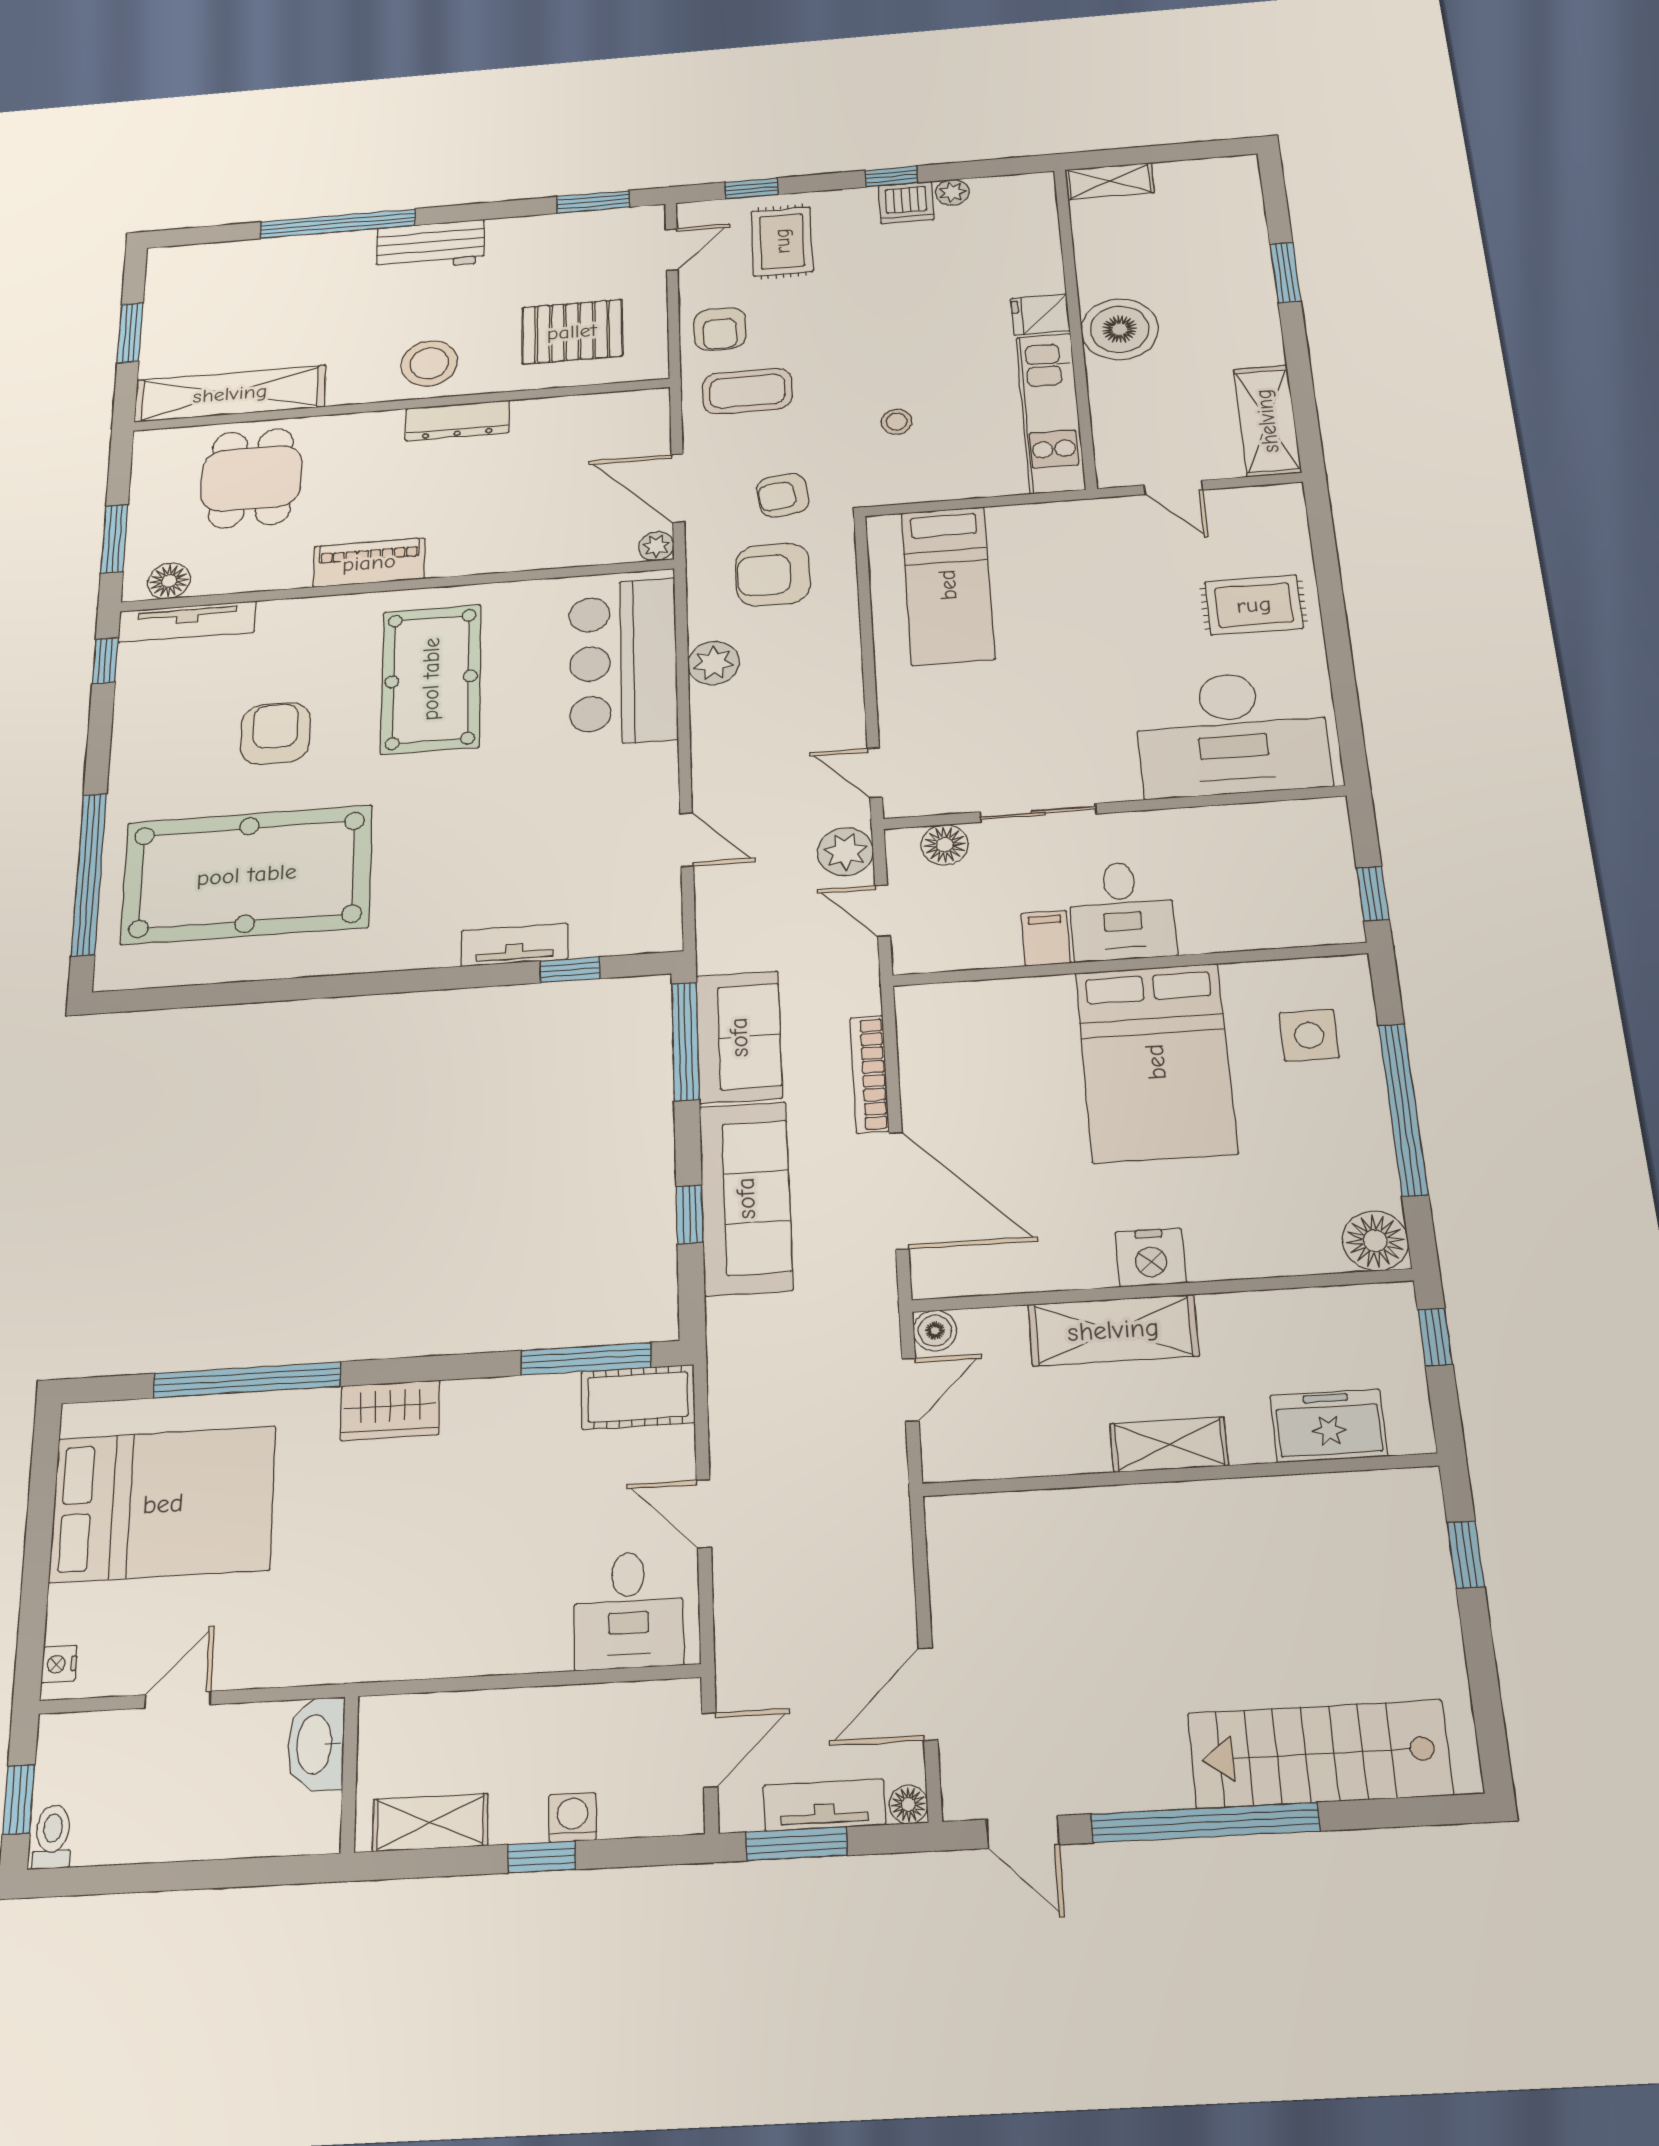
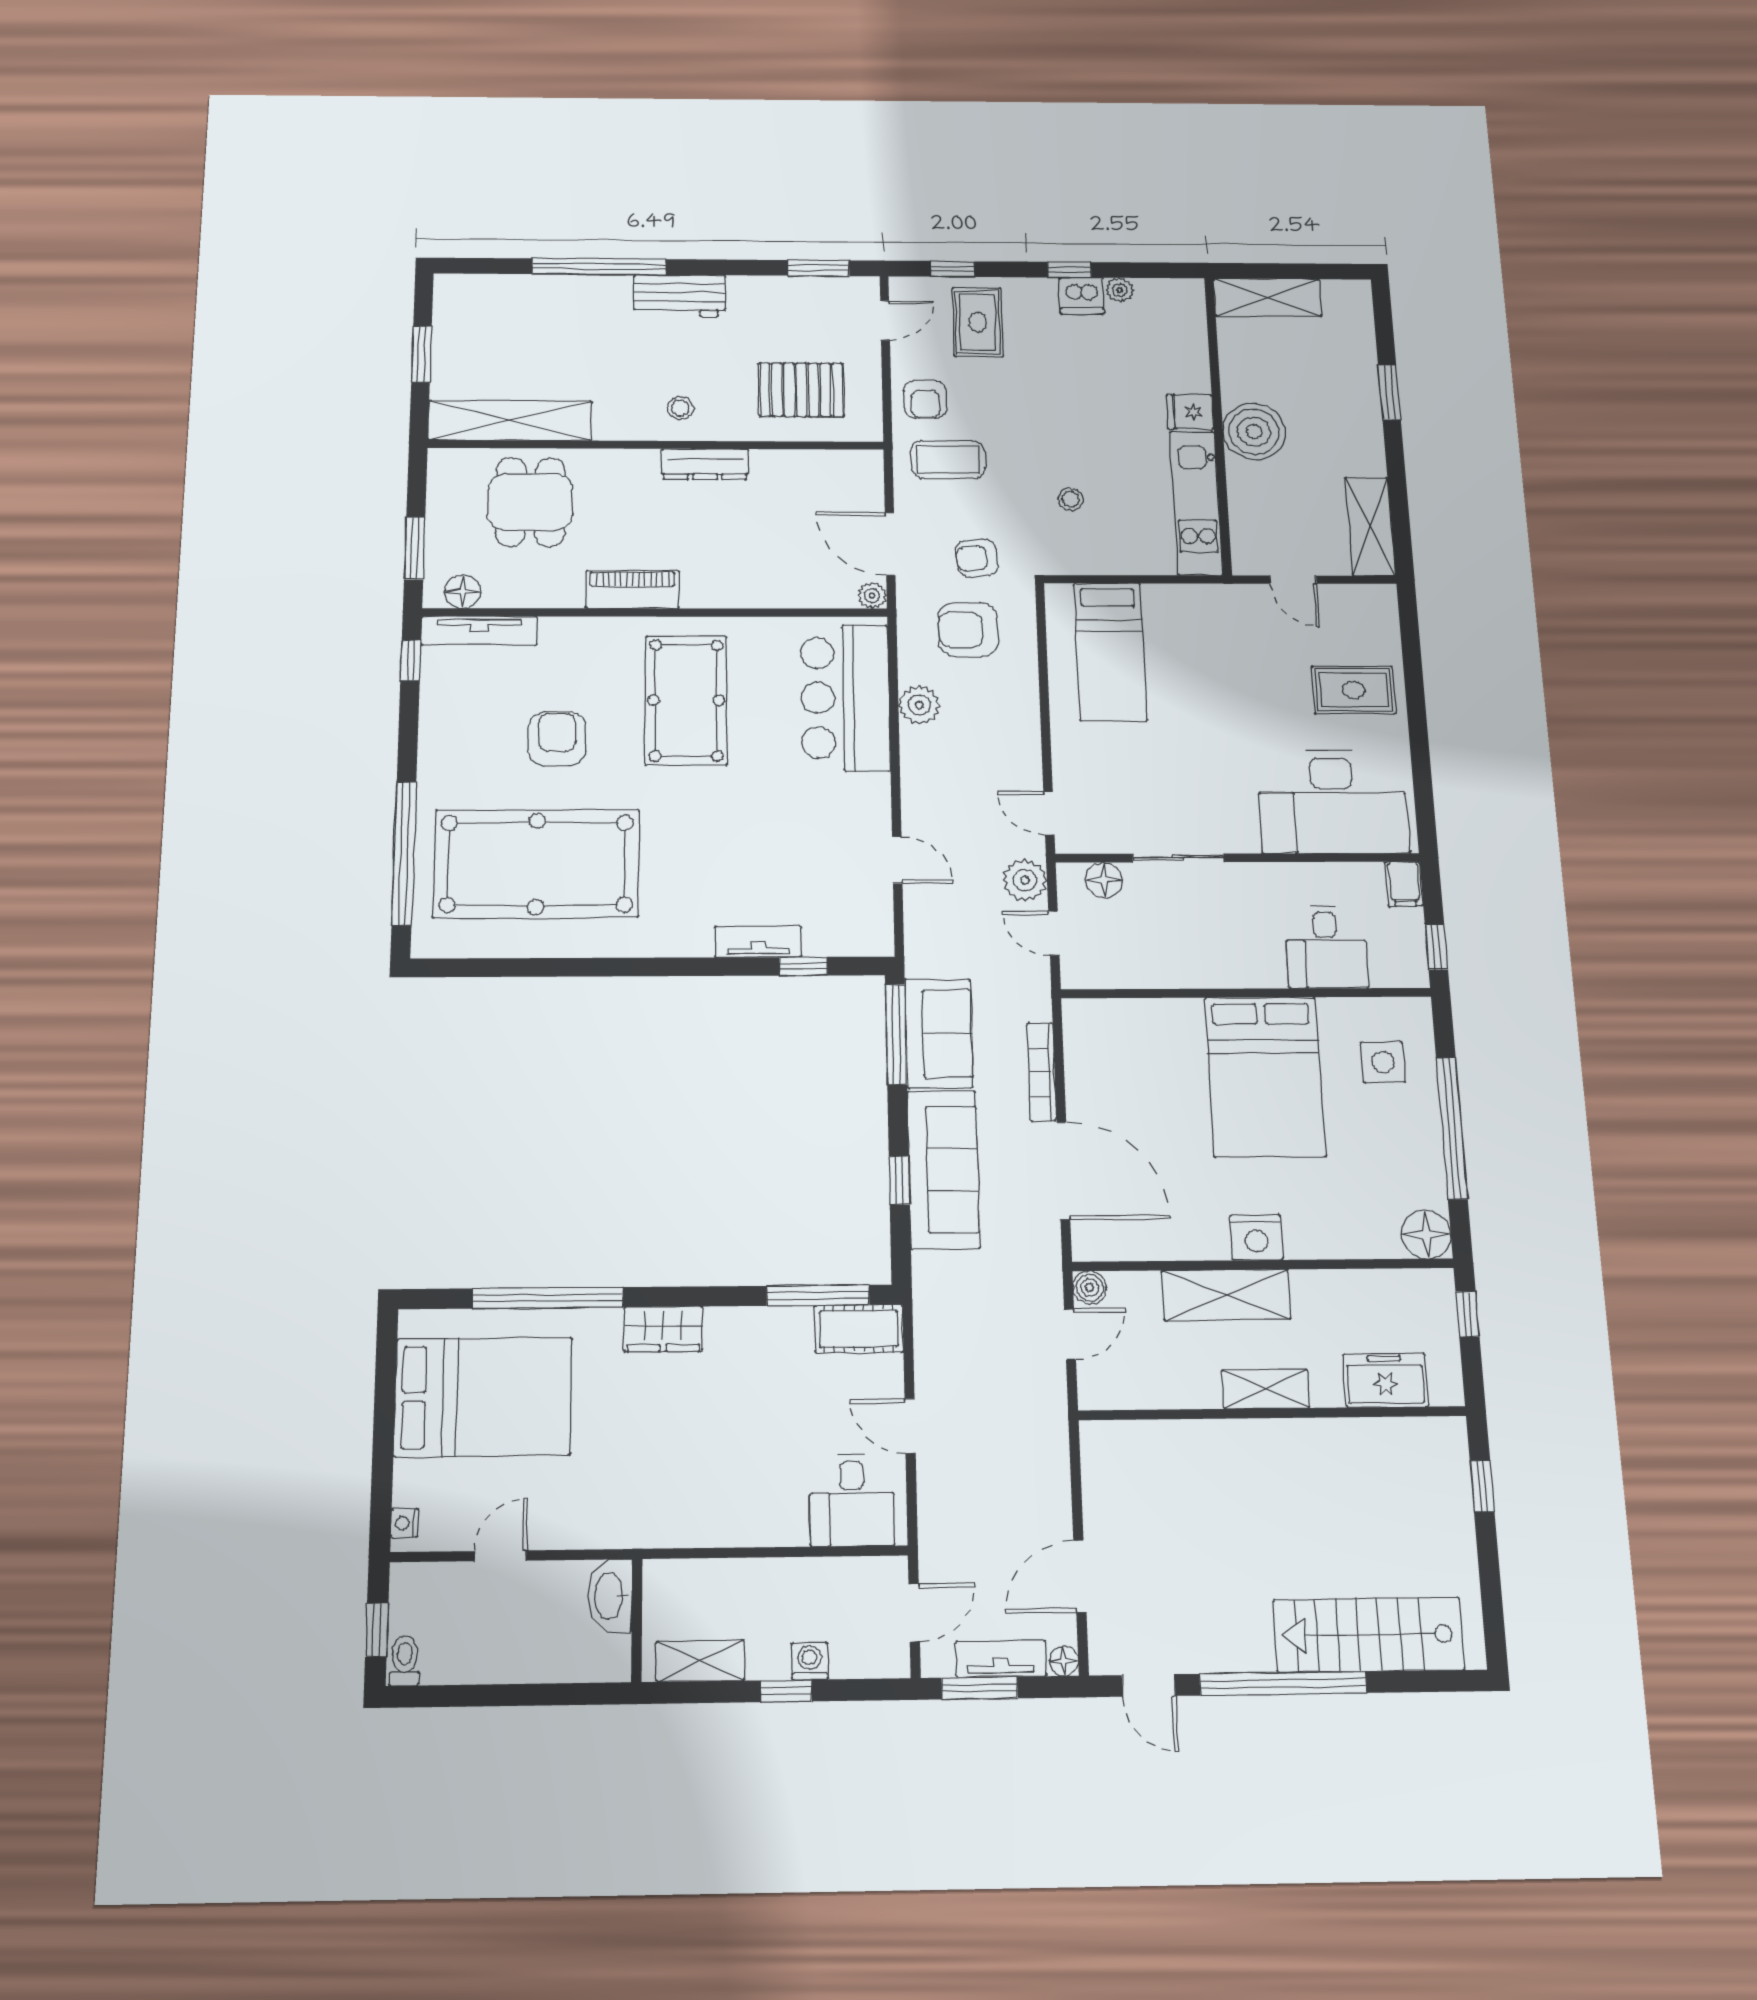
shelving: (1109, 181) -> (1268, 298), width x1.50, depth x1.33
stool: (429, 363) -> (680, 408), width x0.53, depth x0.53
desk: (1122, 911) -> (1326, 947), moved
filing cabinet: (1046, 938) -> (1404, 884), moved, turned 180

